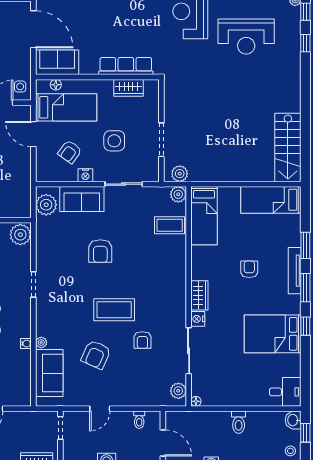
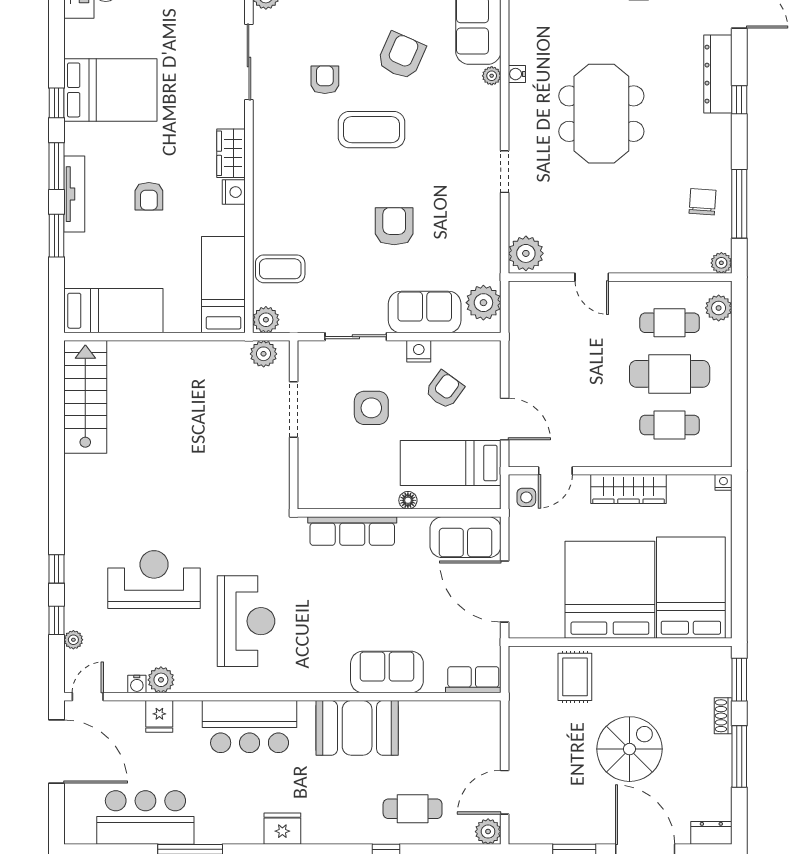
floor lamp: (56, 85) -> (408, 500), moved
wardrobe: (128, 88) -> (348, 495), removed
nightstand: (198, 319) -> (234, 192), moved

